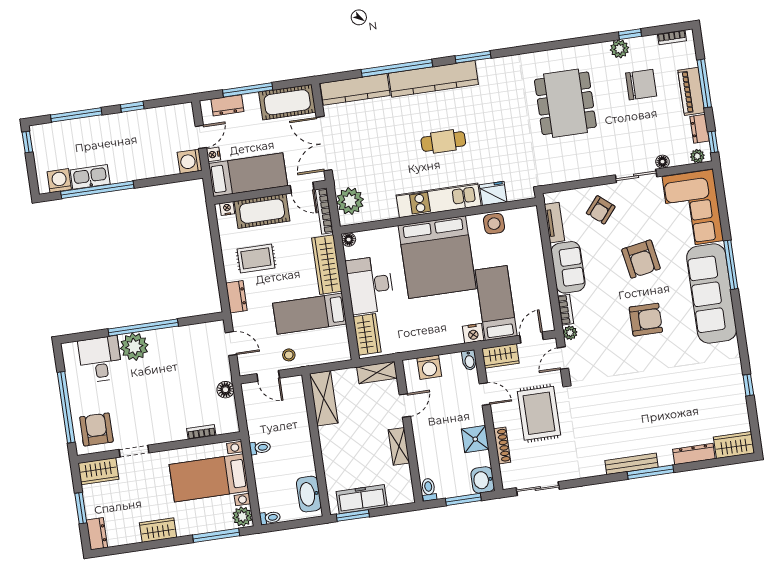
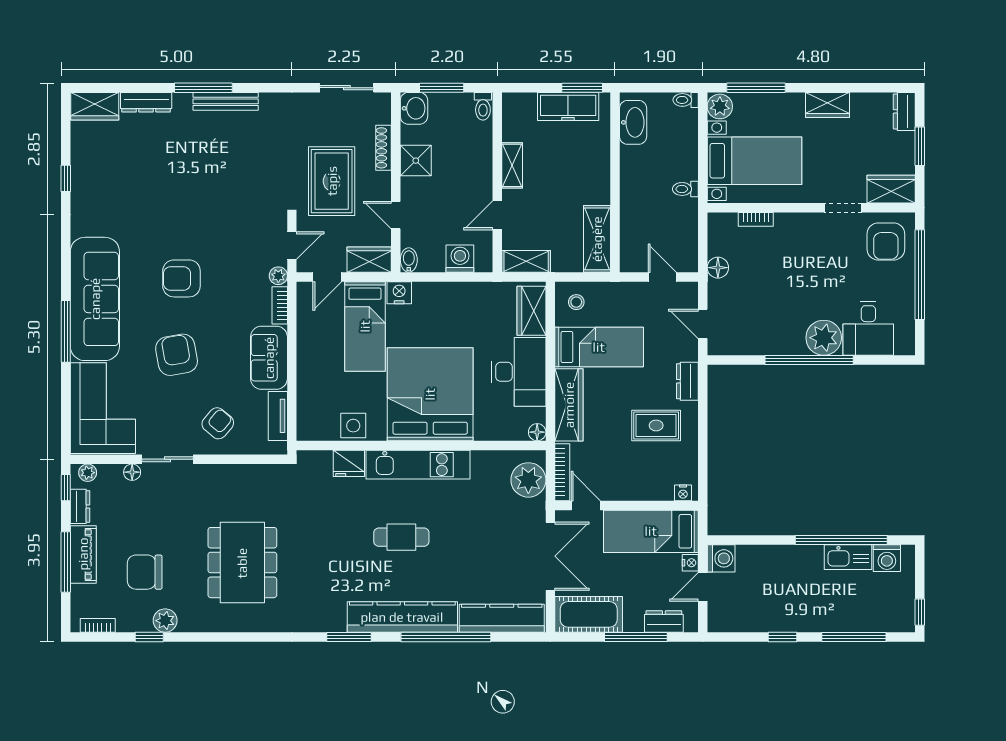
cot: (262, 211) -> (640, 483), removed
stool: (289, 355) -> (576, 302), moved

